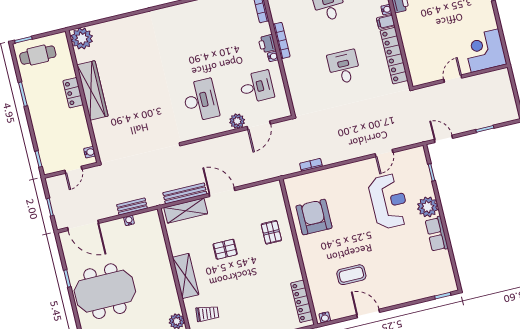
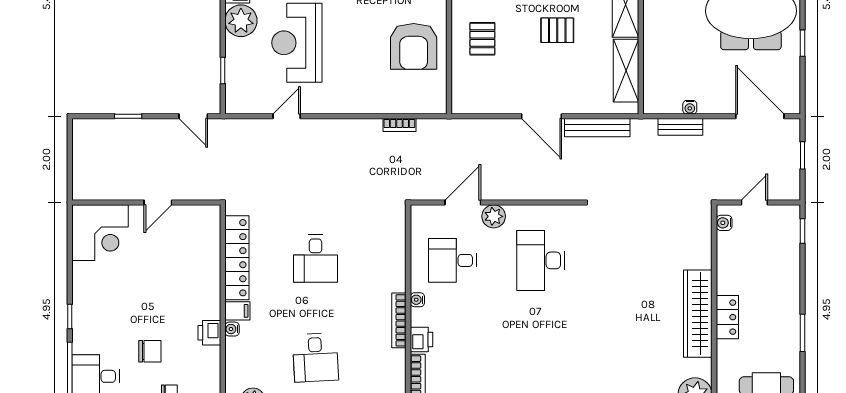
printer: (267, 44) -> (421, 340), moved
shelving: (186, 211) -> (626, 71), moved, turned 90

